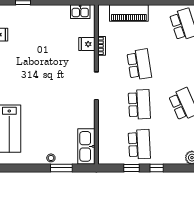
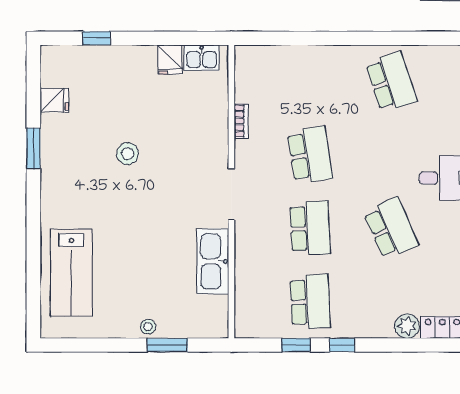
piano: (129, 13) -> (291, 60), removed
fridge: (87, 44) -> (170, 60), moved, turned -90
stool: (40, 64) -> (128, 154), added
kitchen sink: (86, 146) -> (213, 261), moved

